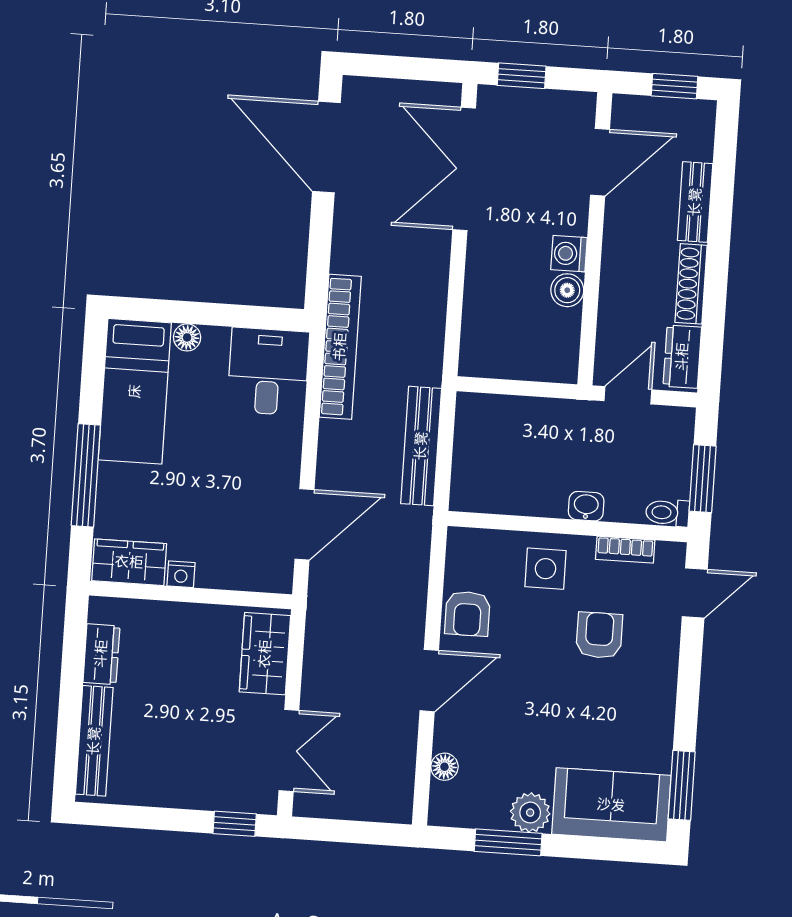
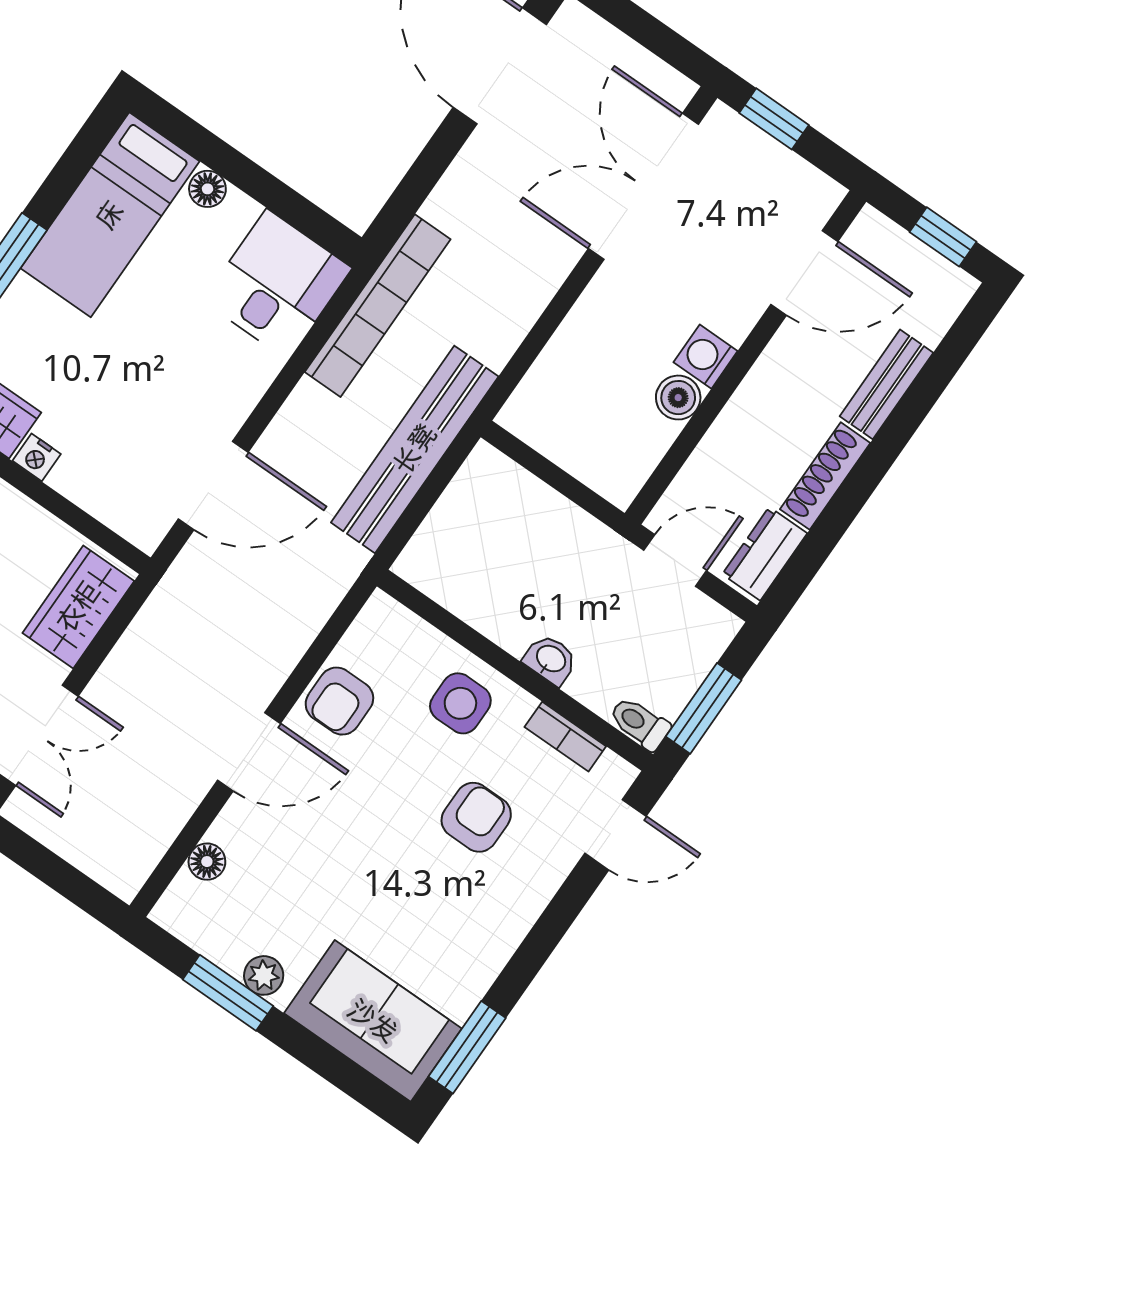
bench: (421, 446) -> (415, 449), width x1.37, depth x1.21
plant: (530, 813) -> (264, 975), width x0.73, depth x0.73

